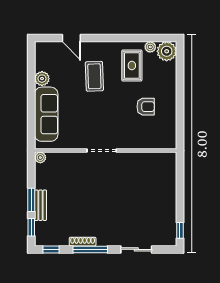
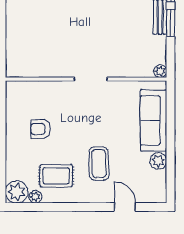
rug: (132, 66) -> (56, 176), turned 90

